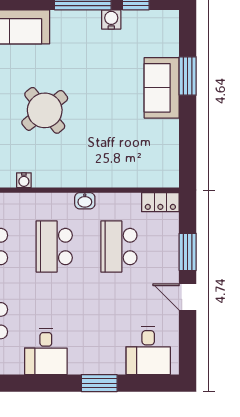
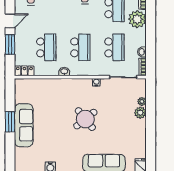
window: (188, 76) -> (10, 122), moved
sofa: (162, 88) -> (24, 125), width x1.36
door: (188, 297) -> (10, 21), hinge flipped

